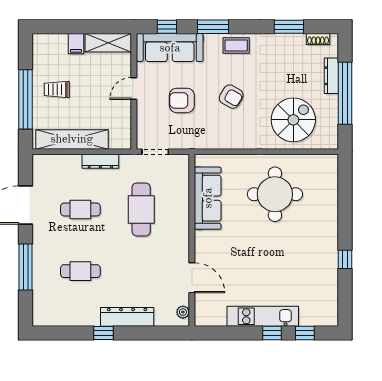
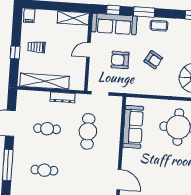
filing cabinet: (76, 44) -> (29, 16), moved
window: (26, 99) -> (15, 52), width x0.32

